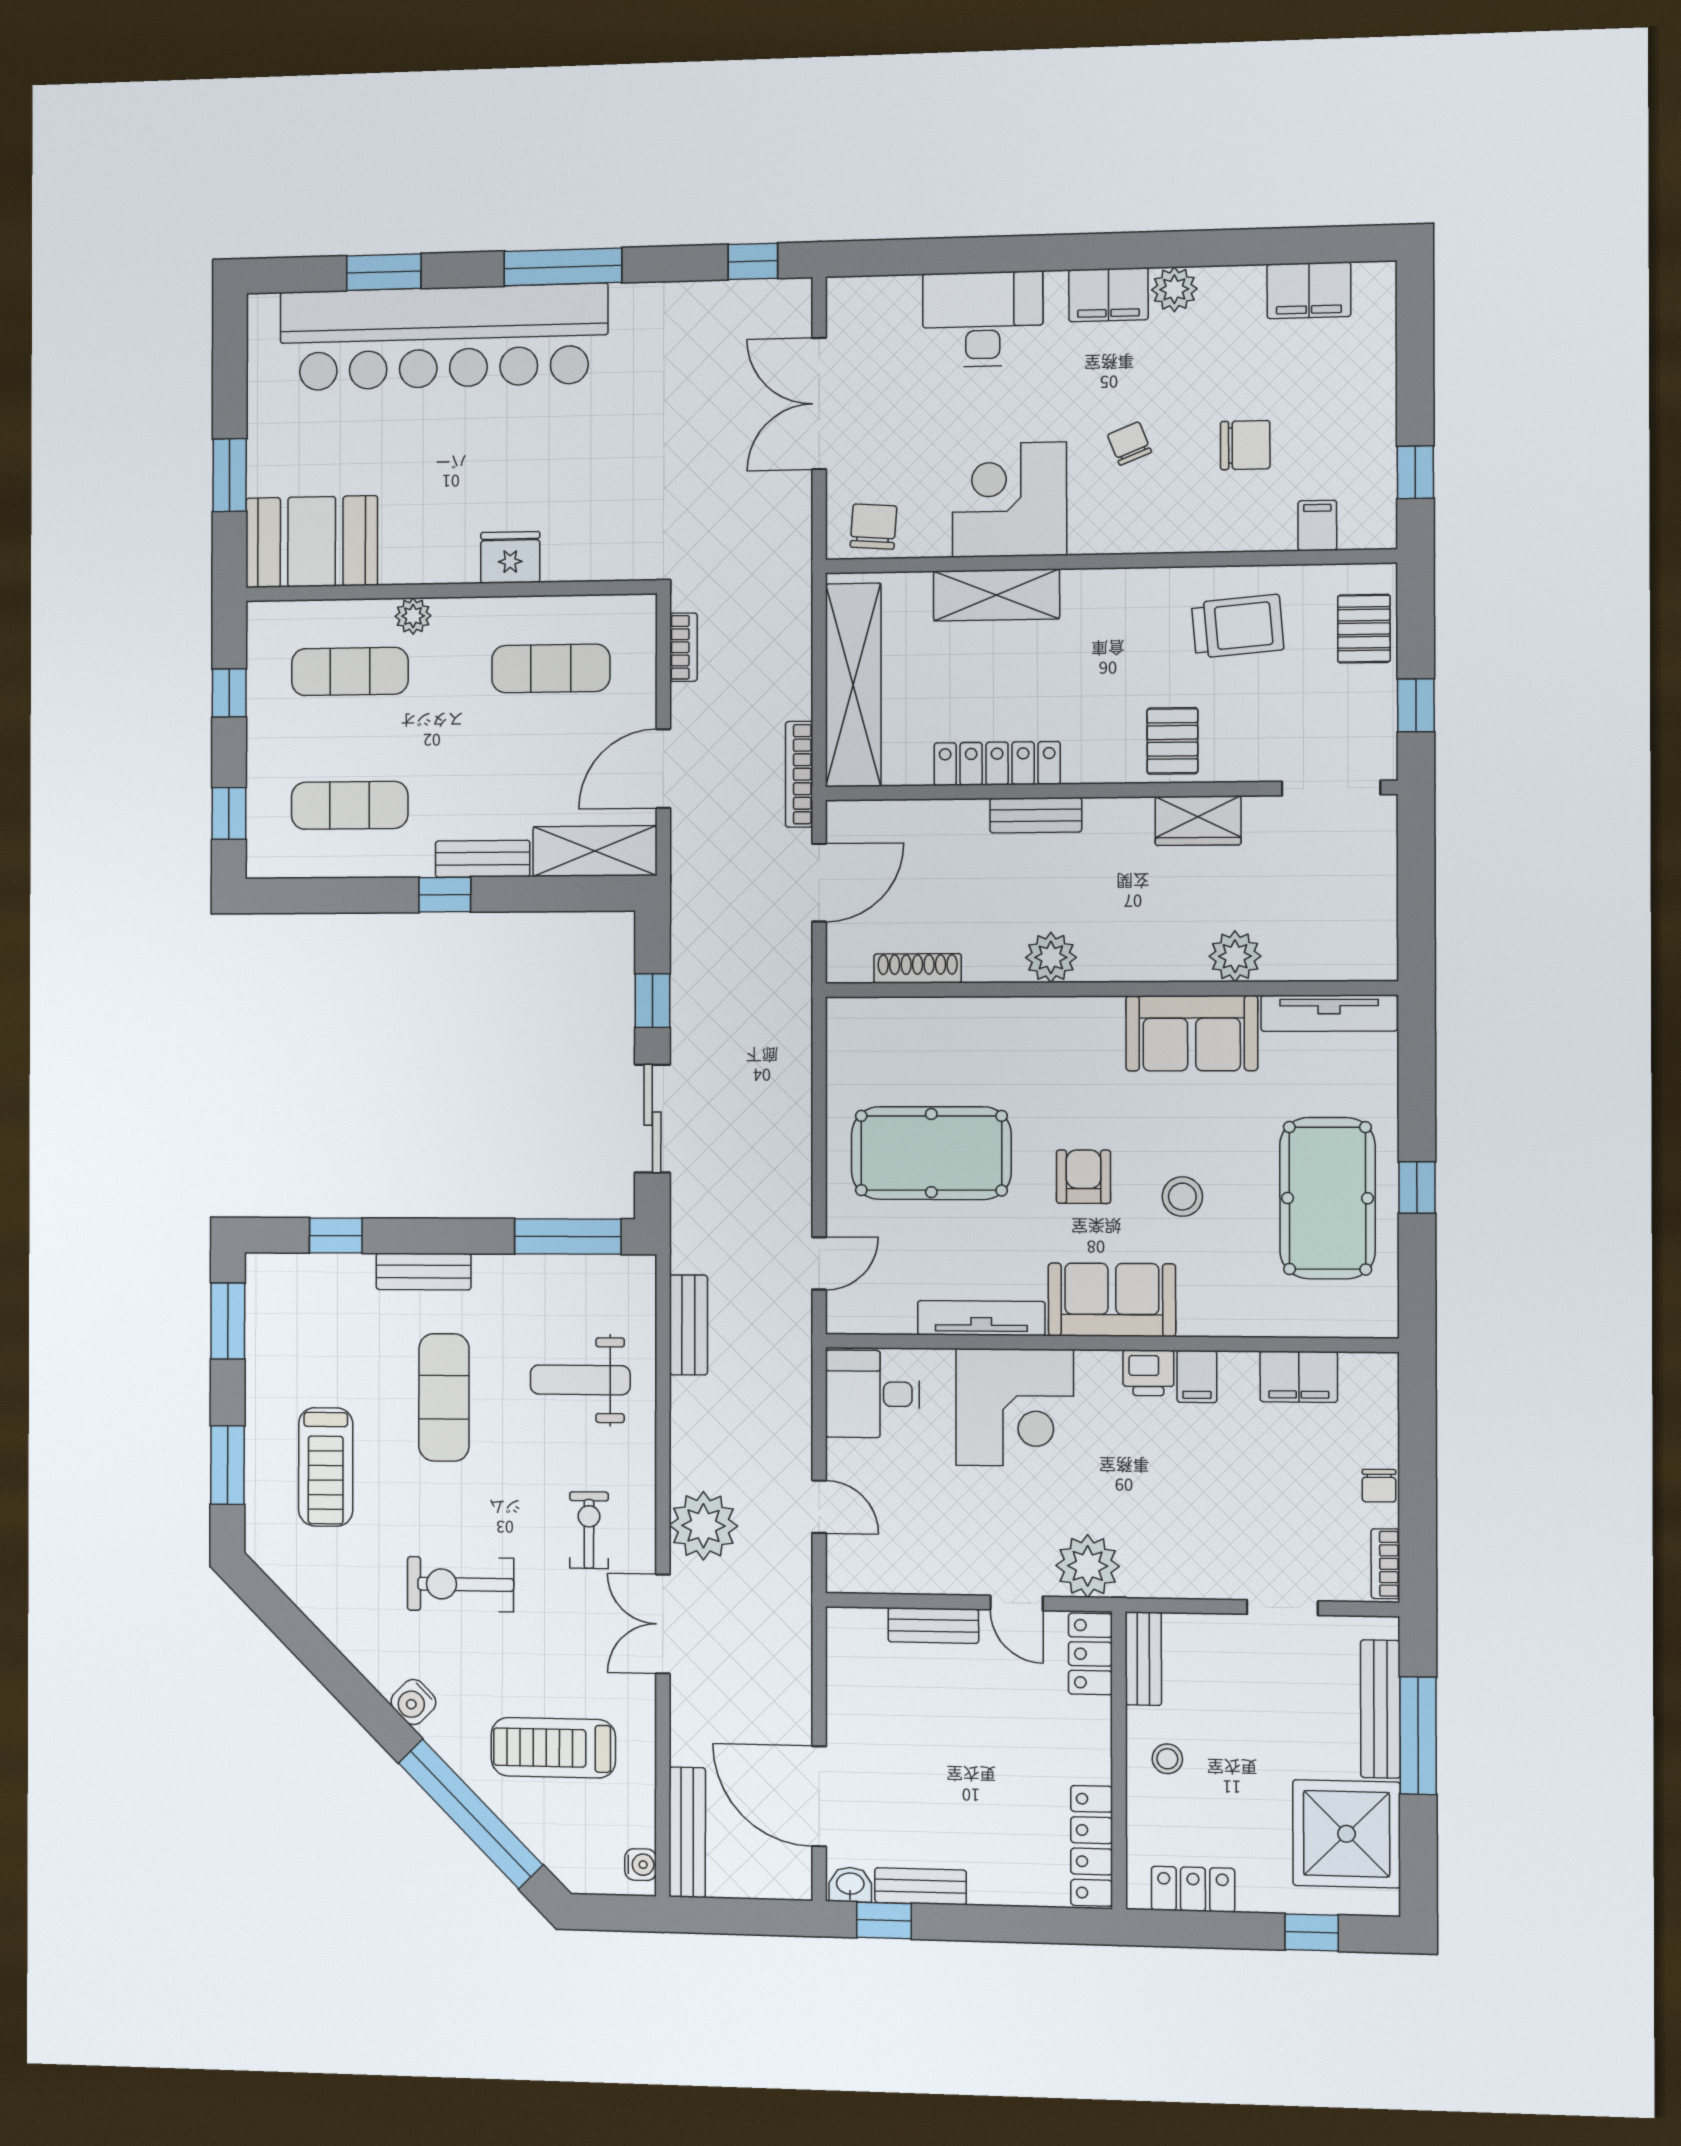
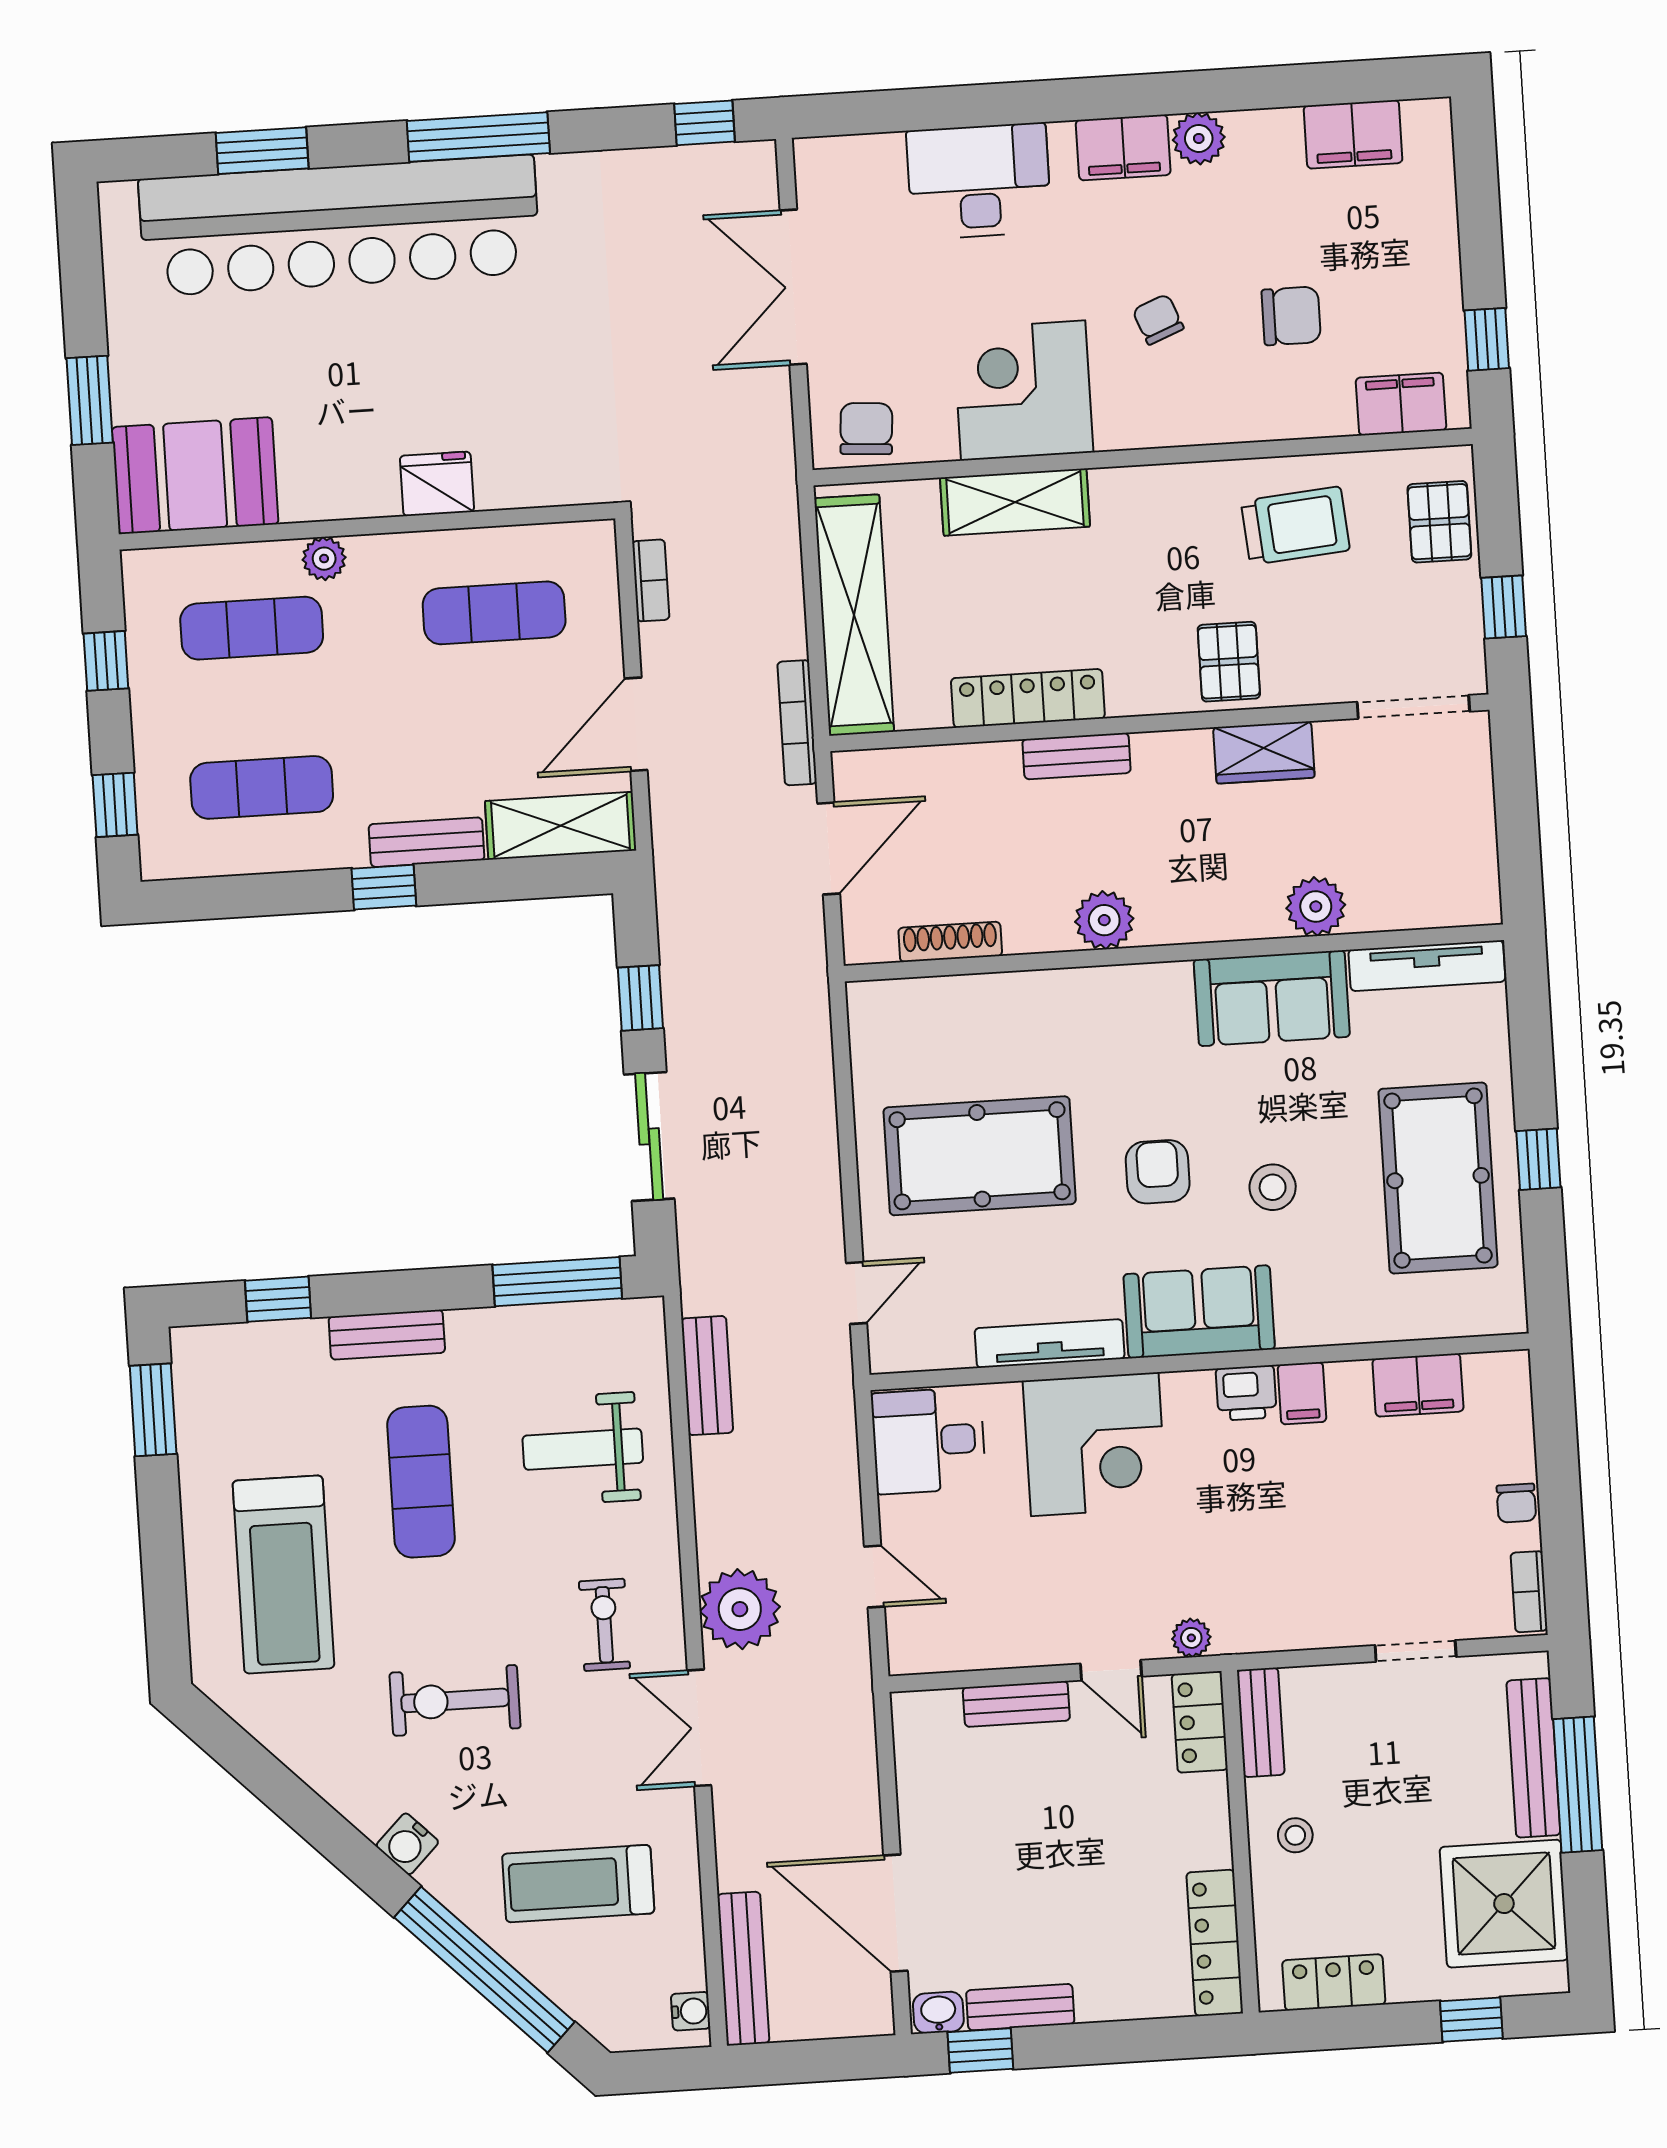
filing cabinet: (1317, 526) -> (1401, 404), width x2.00
window: (227, 1465) -> (164, 1581), removed
treadmill: (326, 1467) -> (283, 1574), width x1.37, depth x1.38
plant: (1088, 1566) -> (1191, 1638), width x0.53, depth x0.53

